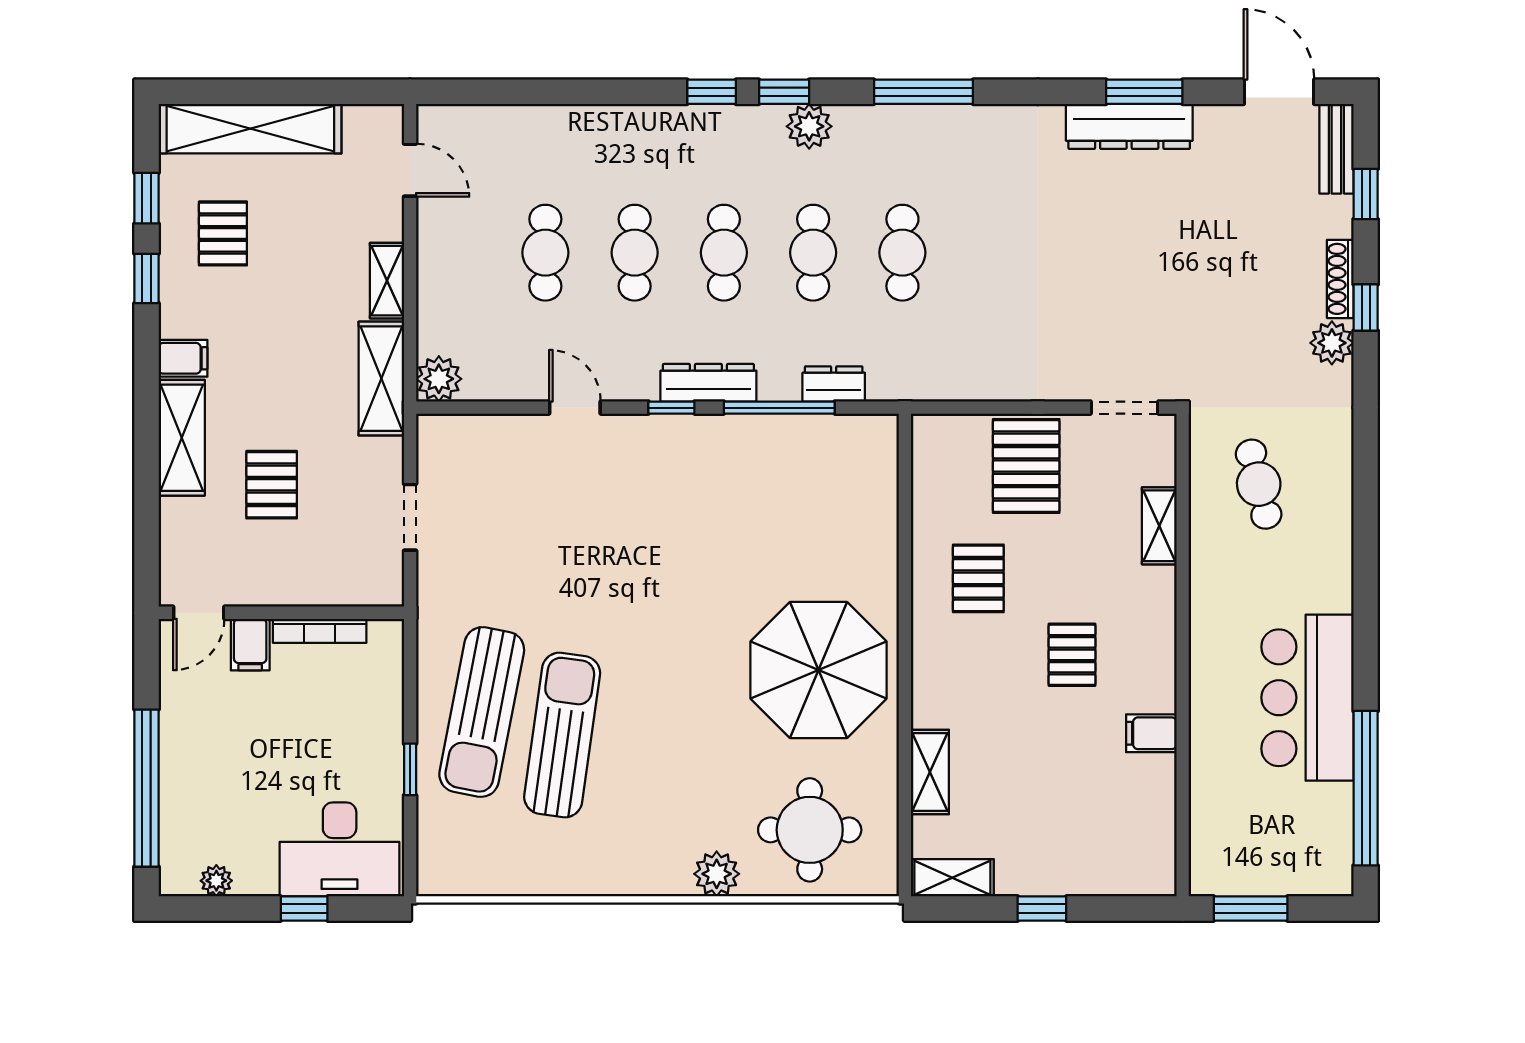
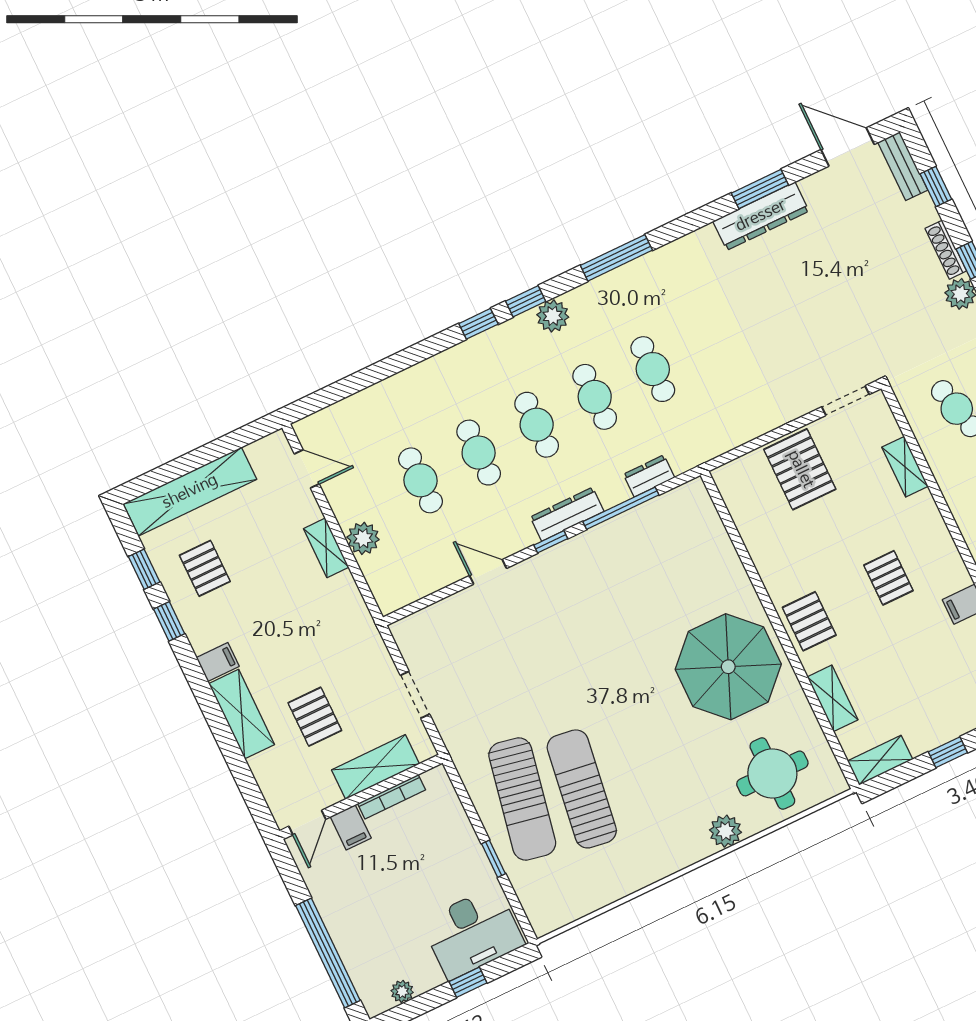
shelving: (381, 379) -> (375, 767), moved, turned 90
plant: (439, 379) -> (363, 538), moved
pallet: (978, 578) -> (809, 621), moved

